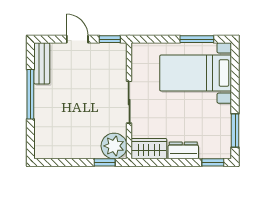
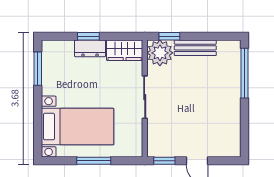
window: (197, 39) -> (94, 161), moved
bench: (42, 63) -> (195, 48), moved, turned 90
window: (30, 94) -> (245, 73), moved
window: (213, 162) -> (88, 36), moved

